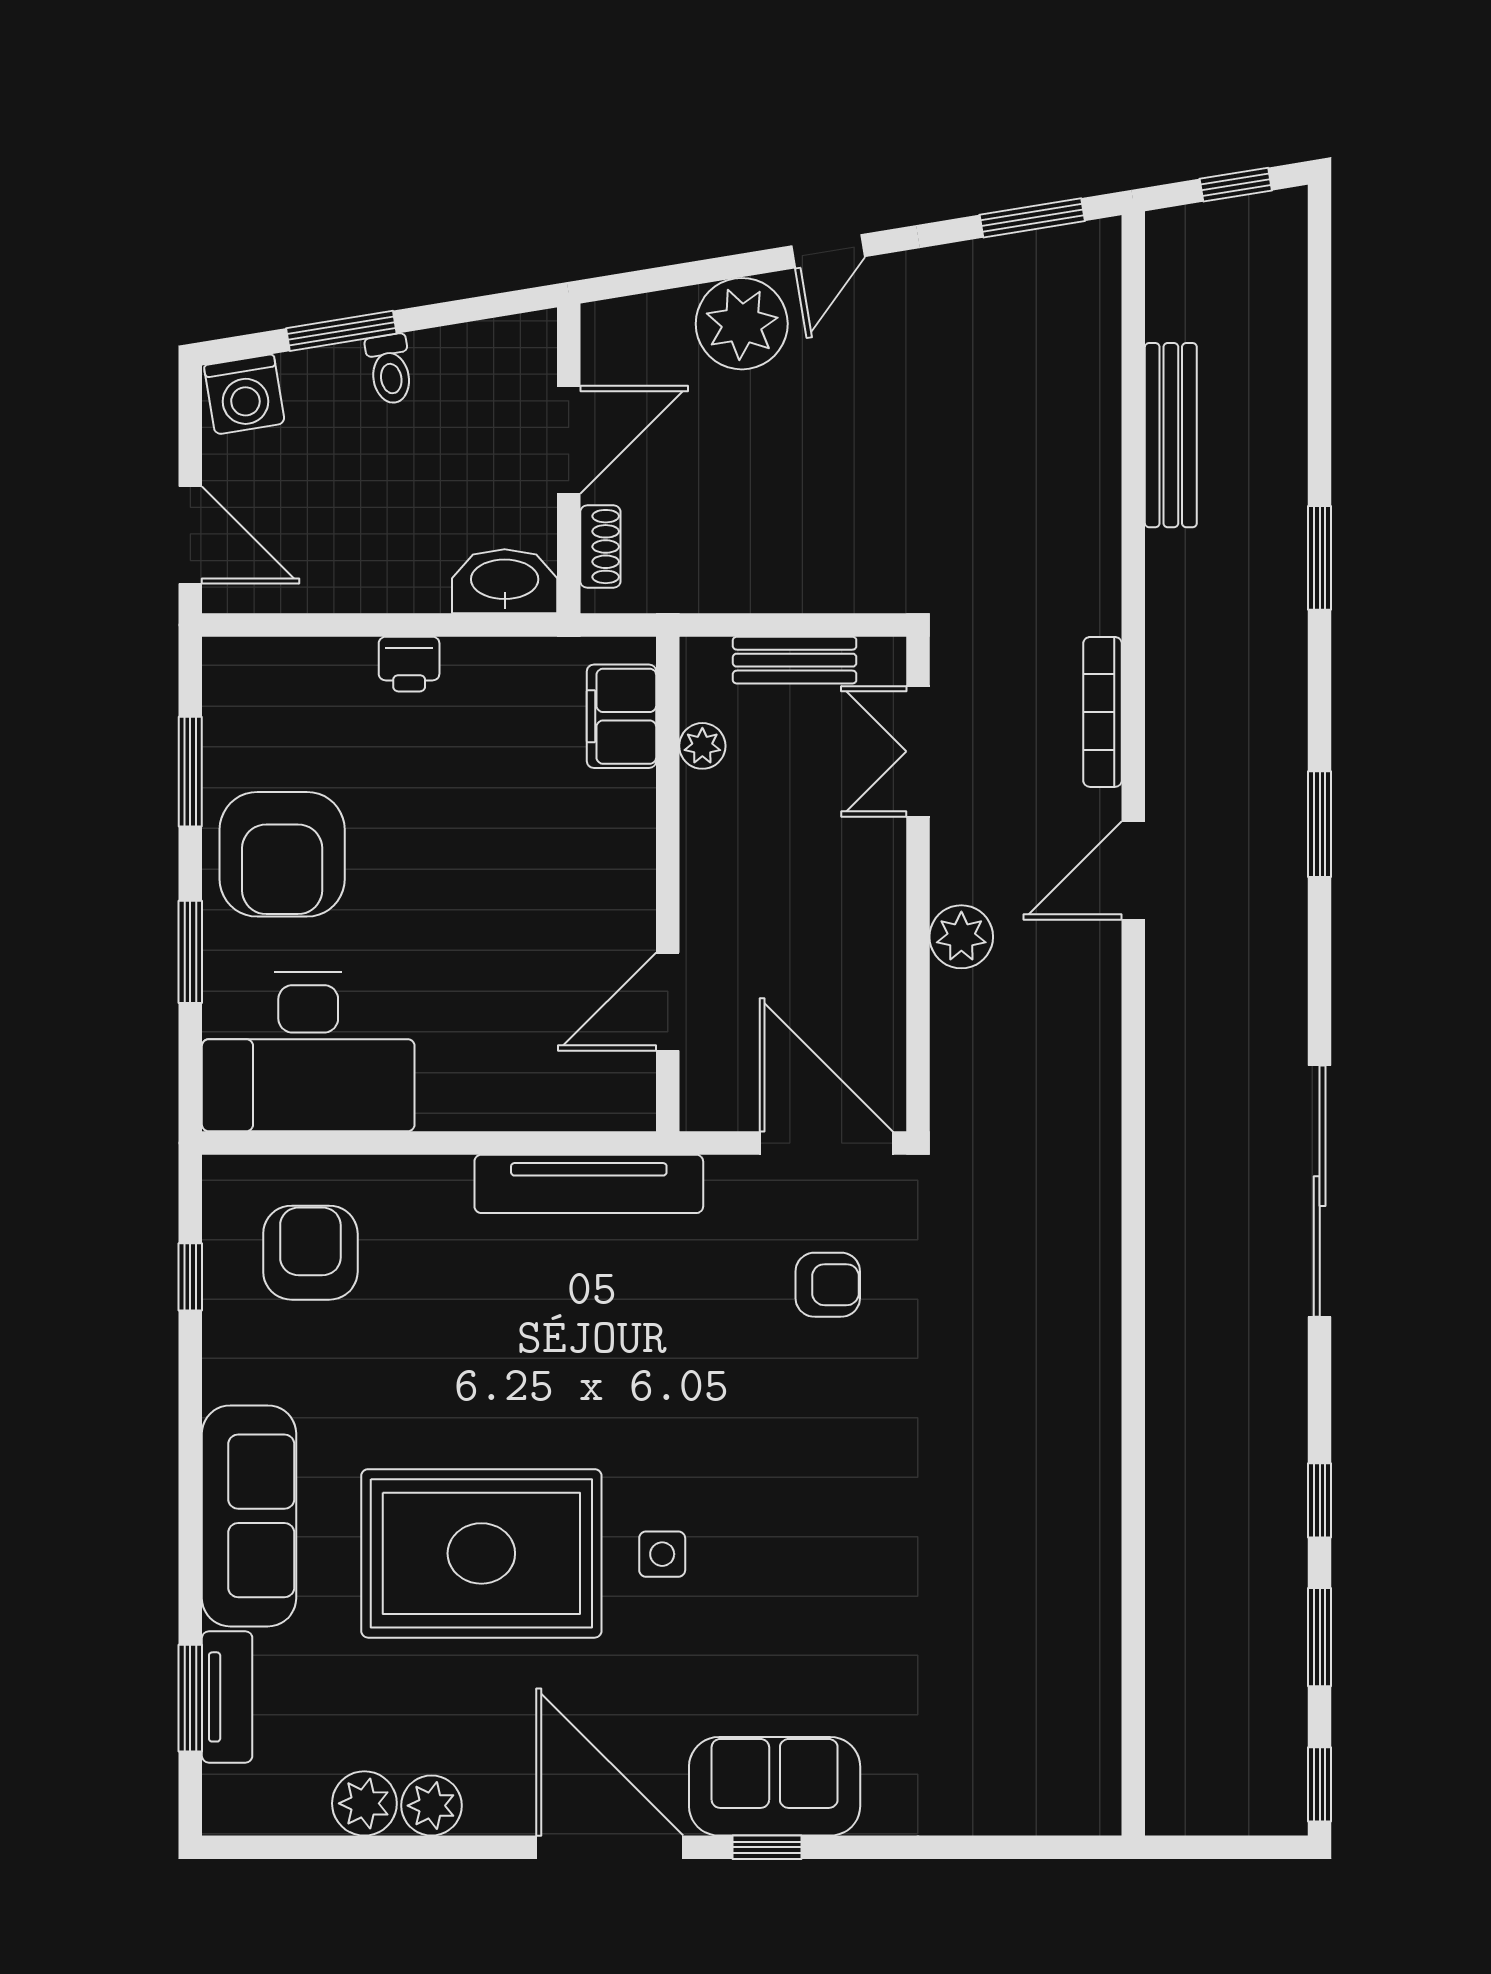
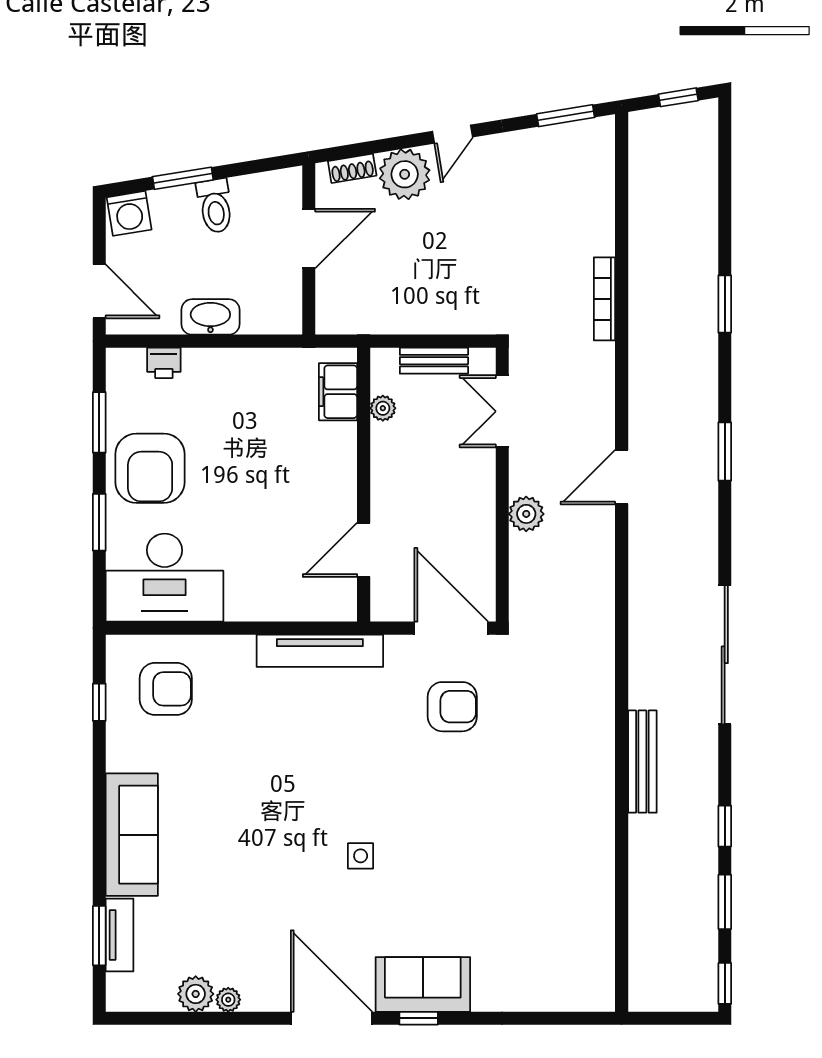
toilet: (390, 369) -> (215, 206), width x1.37, depth x1.39
bench: (1171, 435) -> (642, 762), moved
shoe rack: (600, 547) -> (352, 168), moved, turned 81
washbasin: (505, 581) -> (210, 317), moved
printer: (409, 664) -> (164, 363), moved
bookcase: (1102, 712) -> (604, 299), moved
armchair: (310, 1253) -> (166, 689), turned 90
armchair: (828, 1285) -> (452, 707), width x1.38, depth x1.38
rug: (481, 1553) -> (260, 855), removed
plant: (432, 1806) -> (228, 1000), width x0.73, depth x0.73

